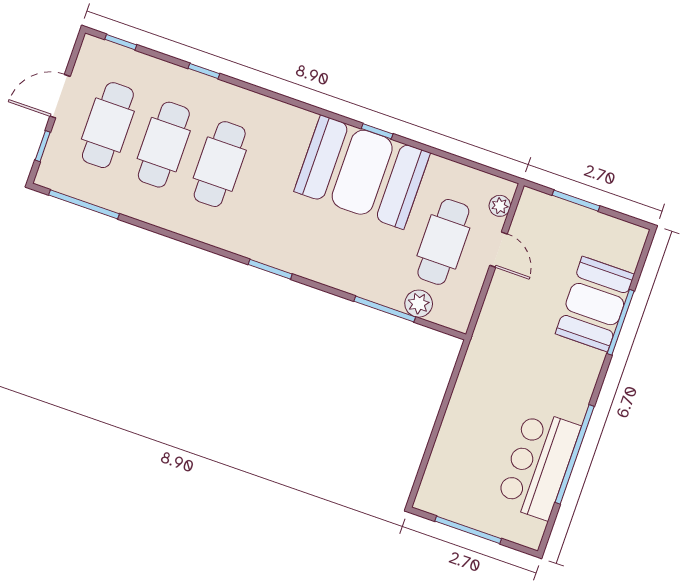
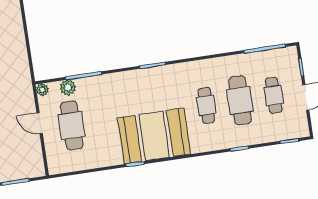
cafe table: (108, 125) -> (274, 95), width x0.73, depth x0.74
cafe table: (220, 164) -> (206, 105), width x0.73, depth x0.74
booth: (362, 172) -> (154, 136), moved
plant: (500, 206) -> (42, 90), moved
door: (499, 250) -> (40, 123), moved

